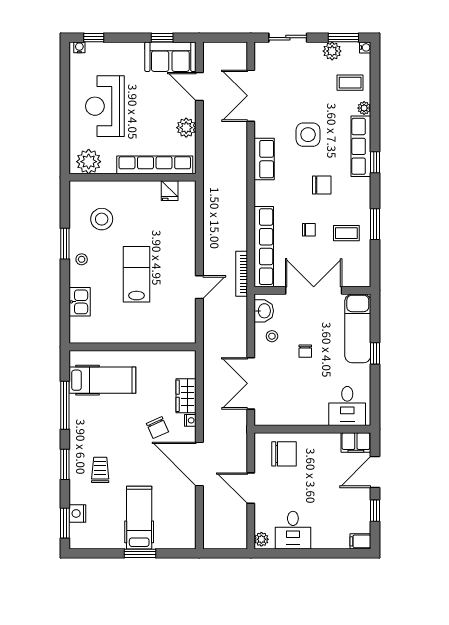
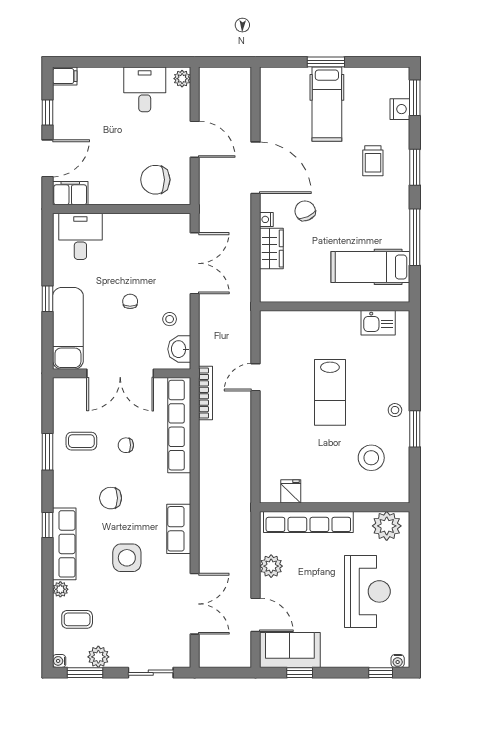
kitchen sink: (80, 302) -> (378, 323), moved, turned -90

